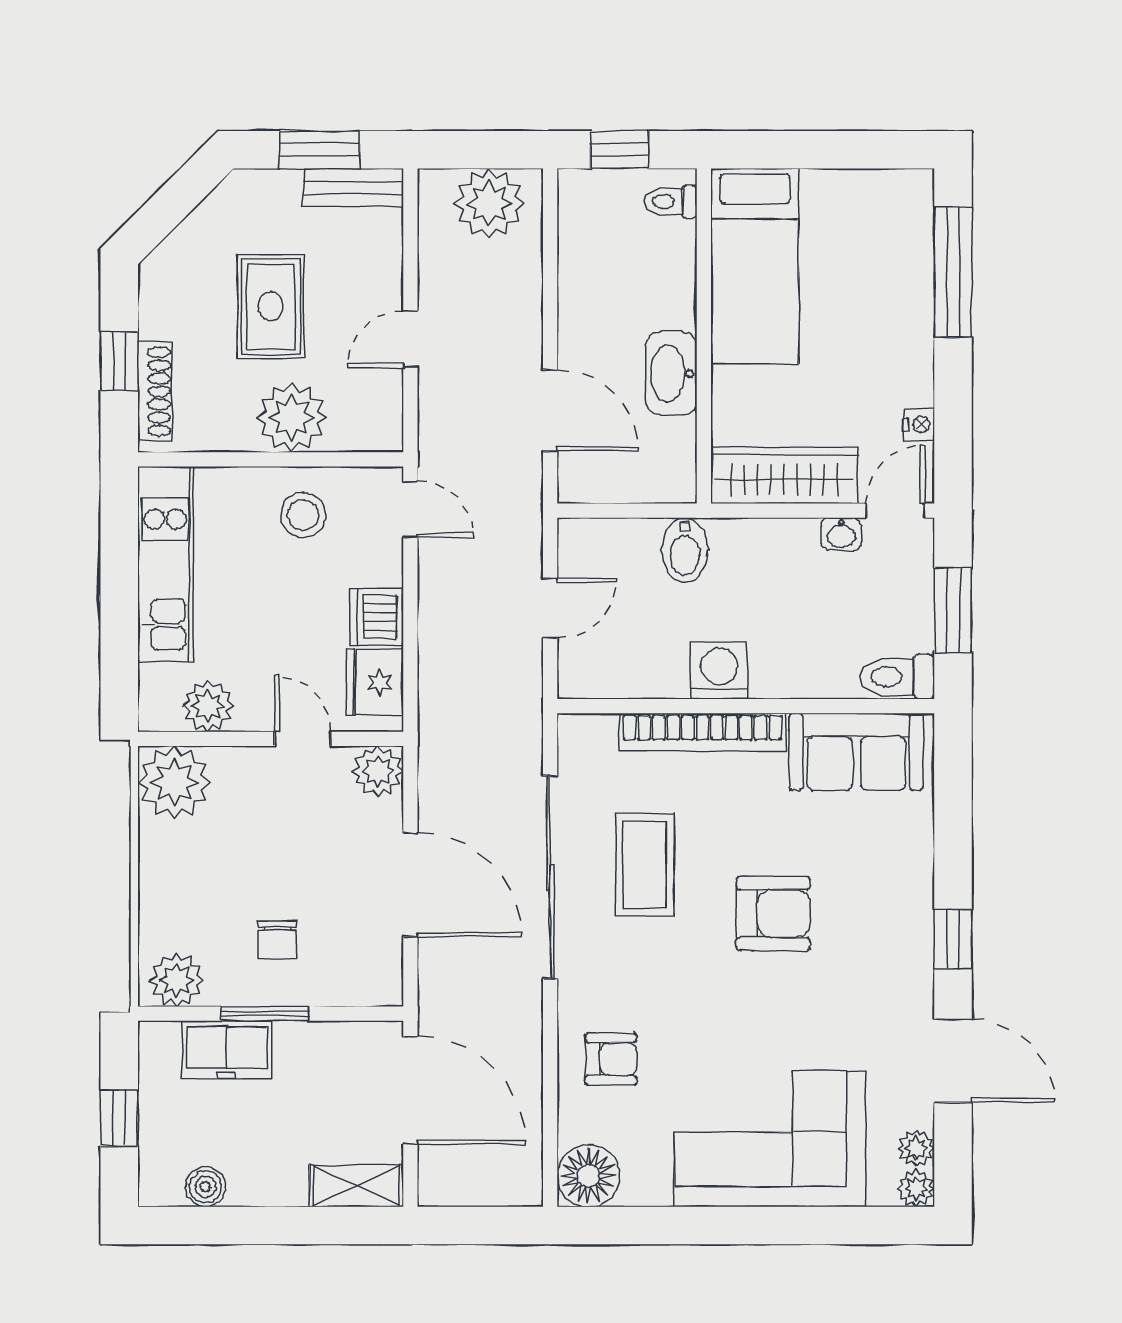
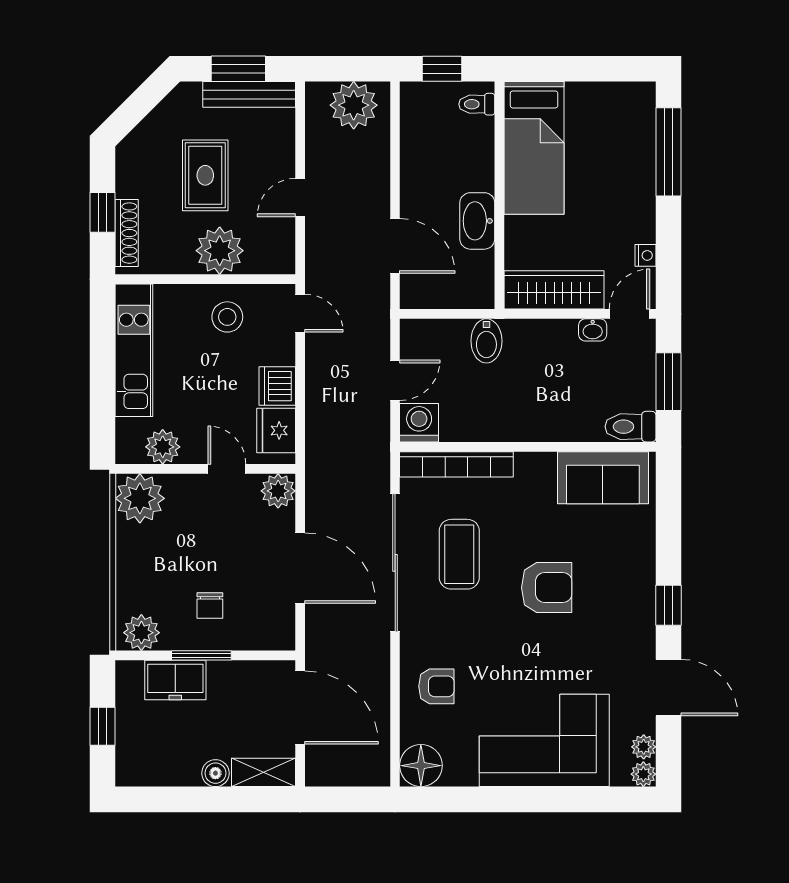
bench: (353, 187) -> (249, 94), width x1.36
washing machine: (719, 671) -> (419, 423), moved
bookcase: (702, 732) -> (456, 464), moved
boiler: (205, 1187) -> (215, 773), moved

